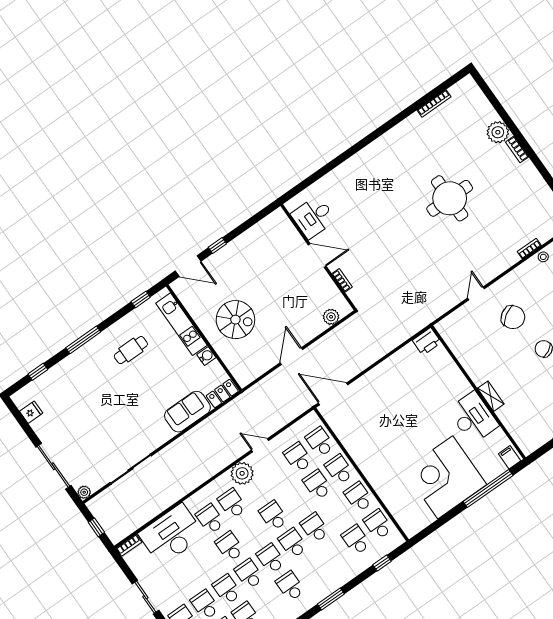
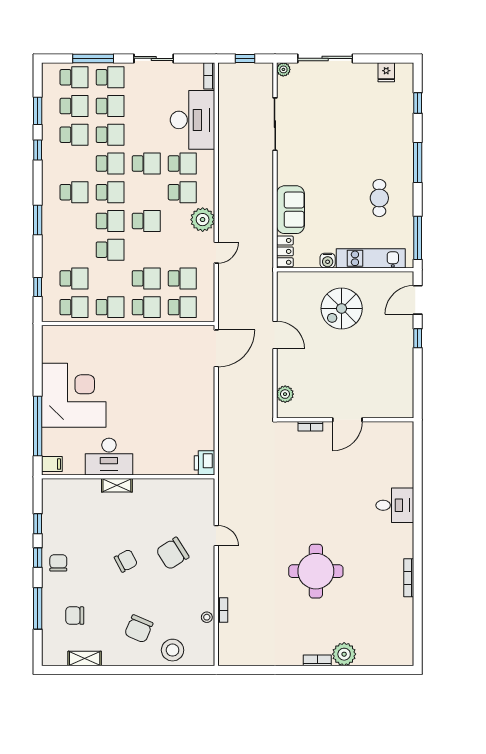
bookcase: (434, 103) -> (409, 578), moved
desk: (313, 217) -> (395, 505), moved, turned 90
window: (141, 299) -> (418, 238), width x2.17

